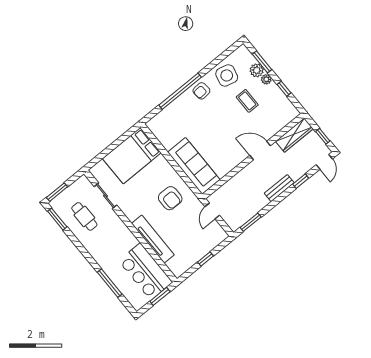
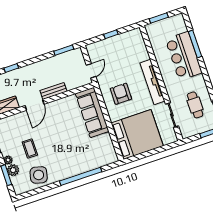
armchair: (201, 91) -> (63, 170), removed
door: (260, 150) -> (35, 105), hinge flipped
bed: (132, 156) -> (137, 134), width x1.36
bench: (279, 188) -> (53, 91), moved
tv unit: (153, 239) -> (152, 82), moved
bar counter: (145, 271) -> (184, 56), moved, turned 180

